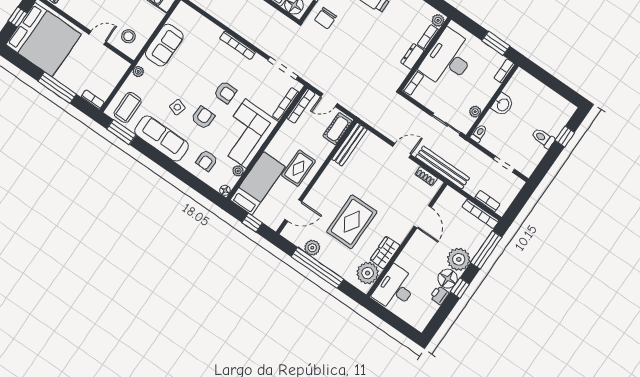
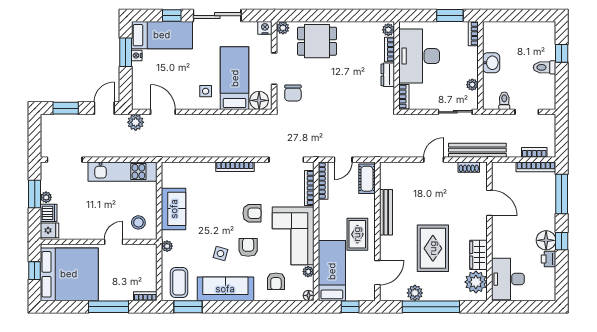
toilet: (479, 133) -> (504, 101), moved
bench: (349, 144) -> (386, 212), moved
plant: (459, 259) -> (544, 218), removed

